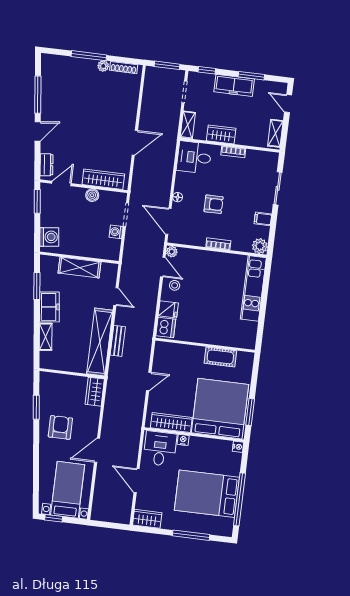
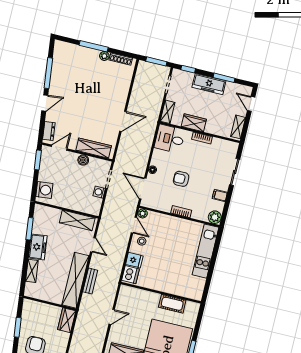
armchair: (214, 204) -> (181, 179), turned 180
shelving: (79, 267) -> (77, 220), moved

